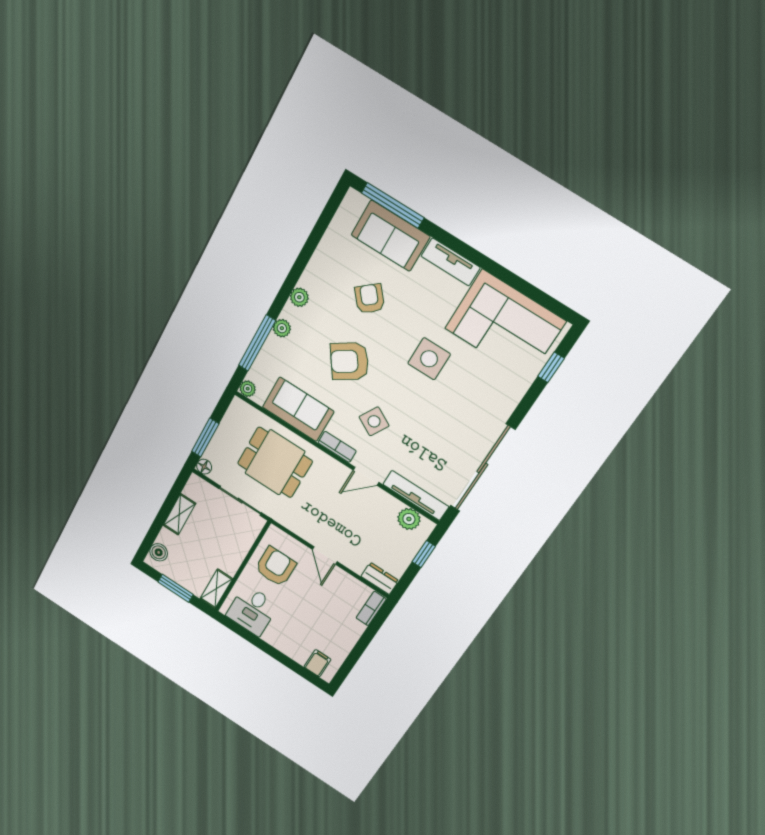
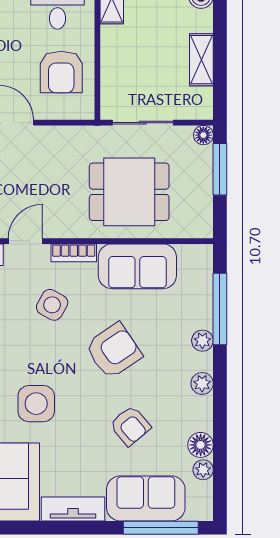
floor lamp: (326, 252) -> (201, 445), added
plant: (248, 389) -> (203, 470), moved

